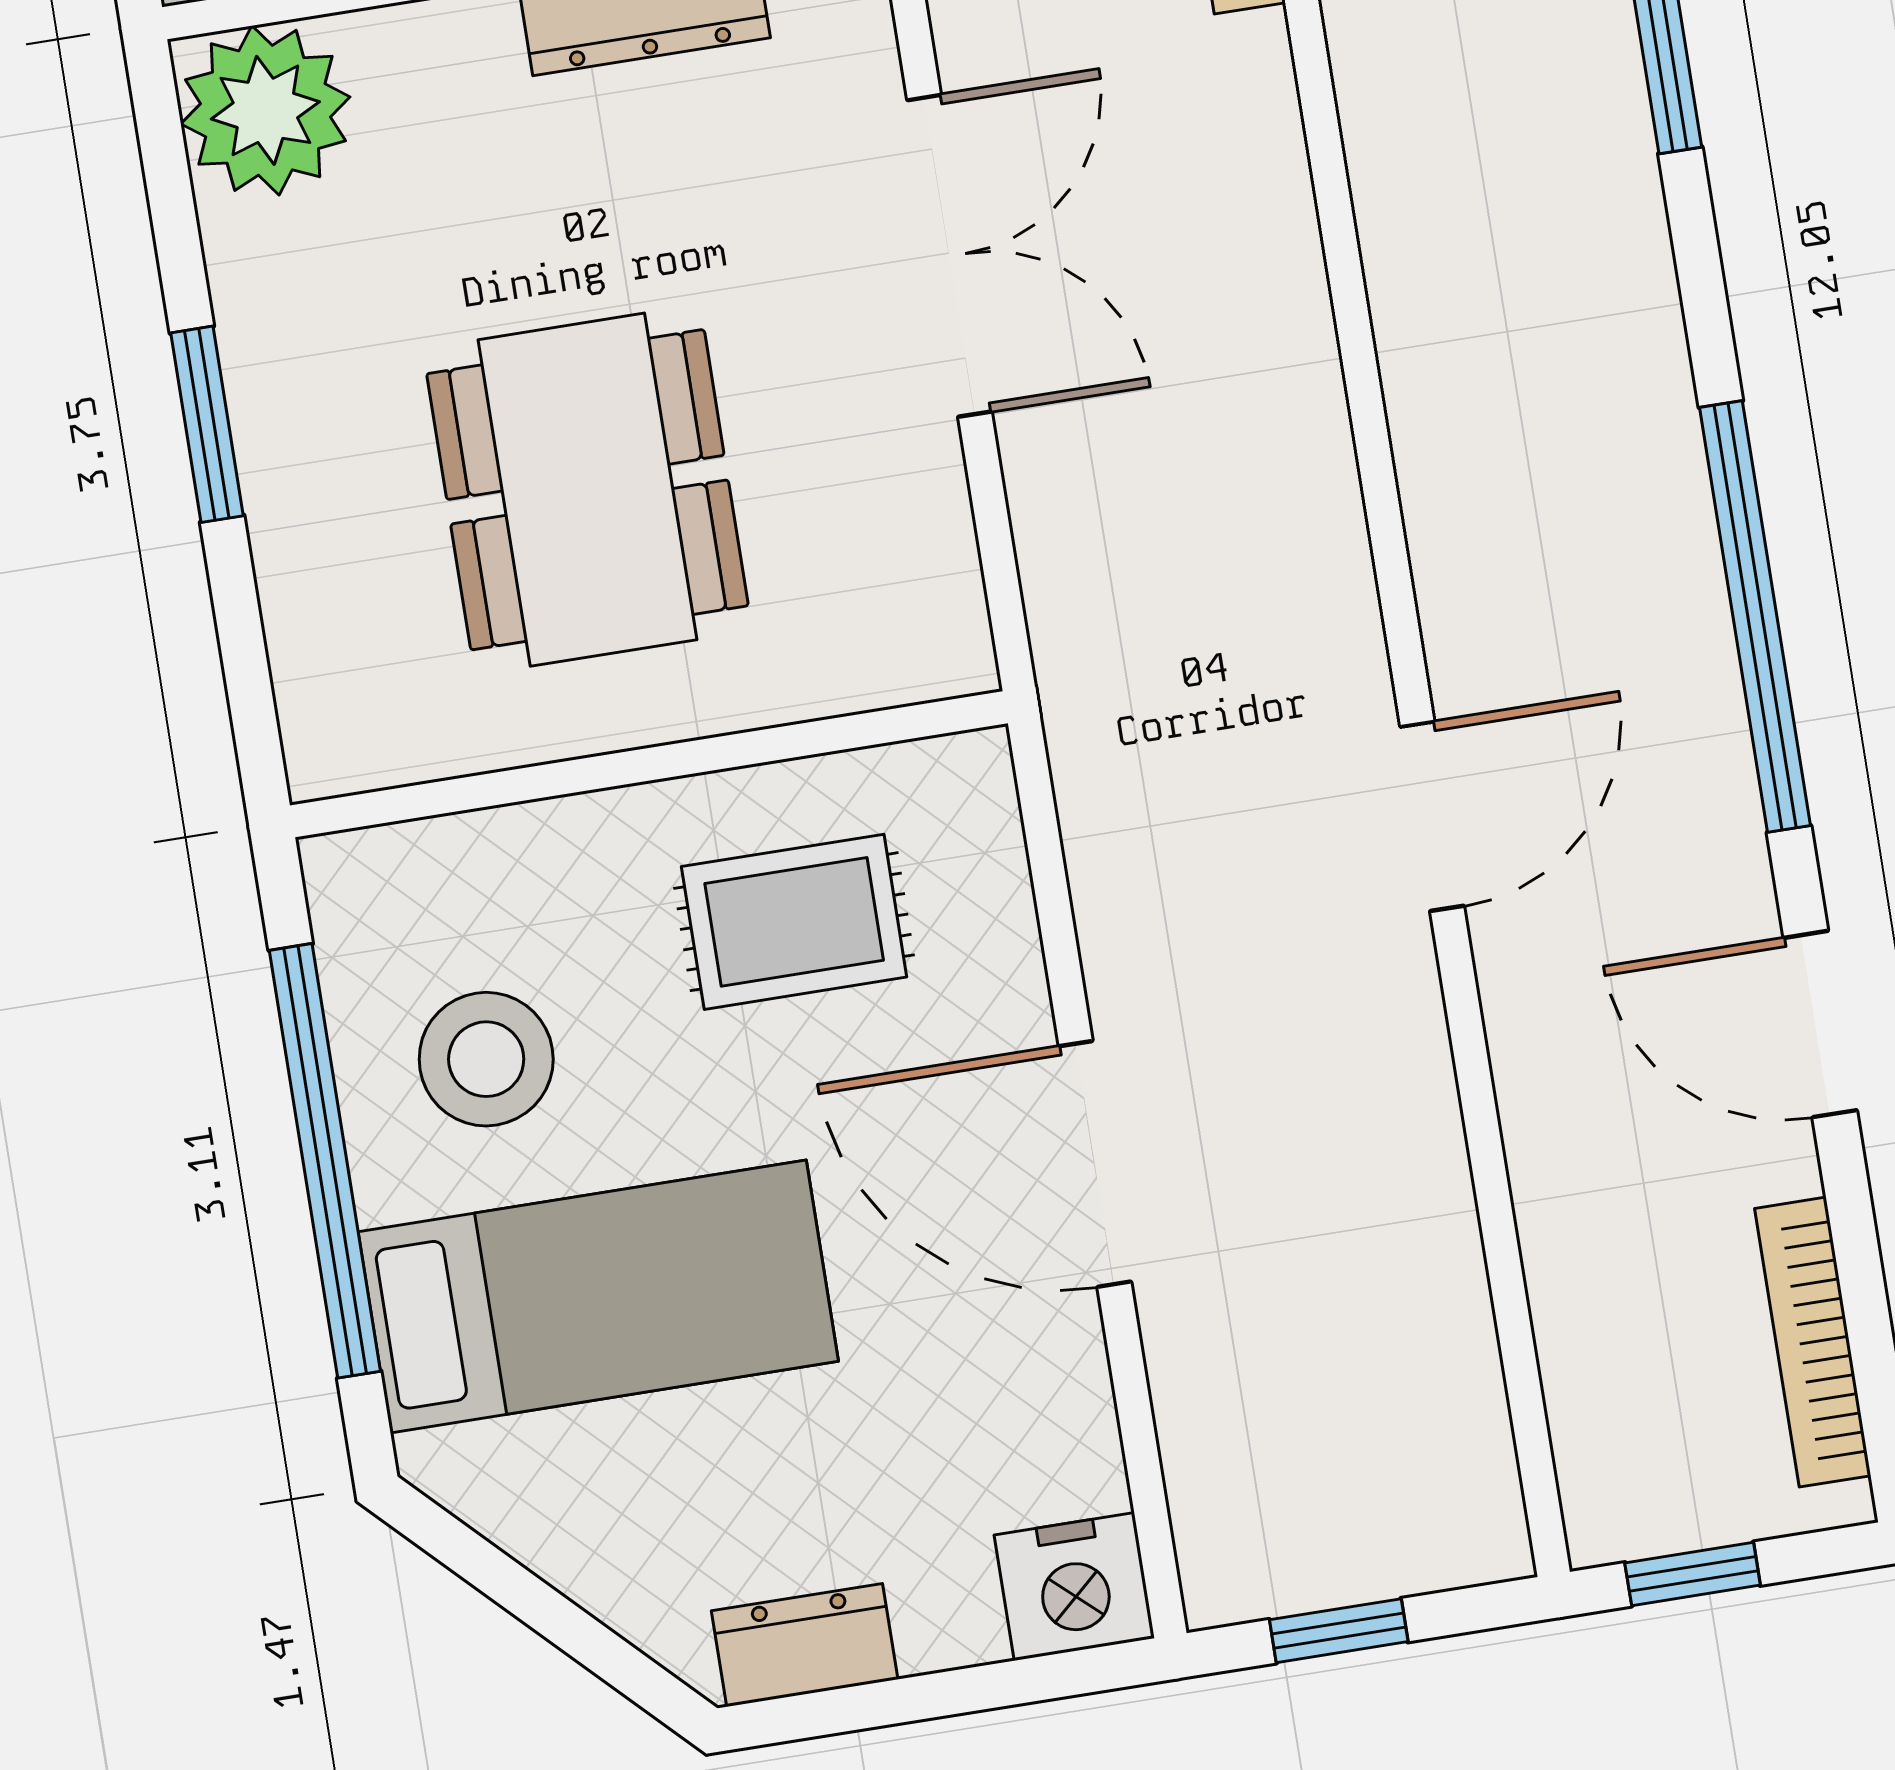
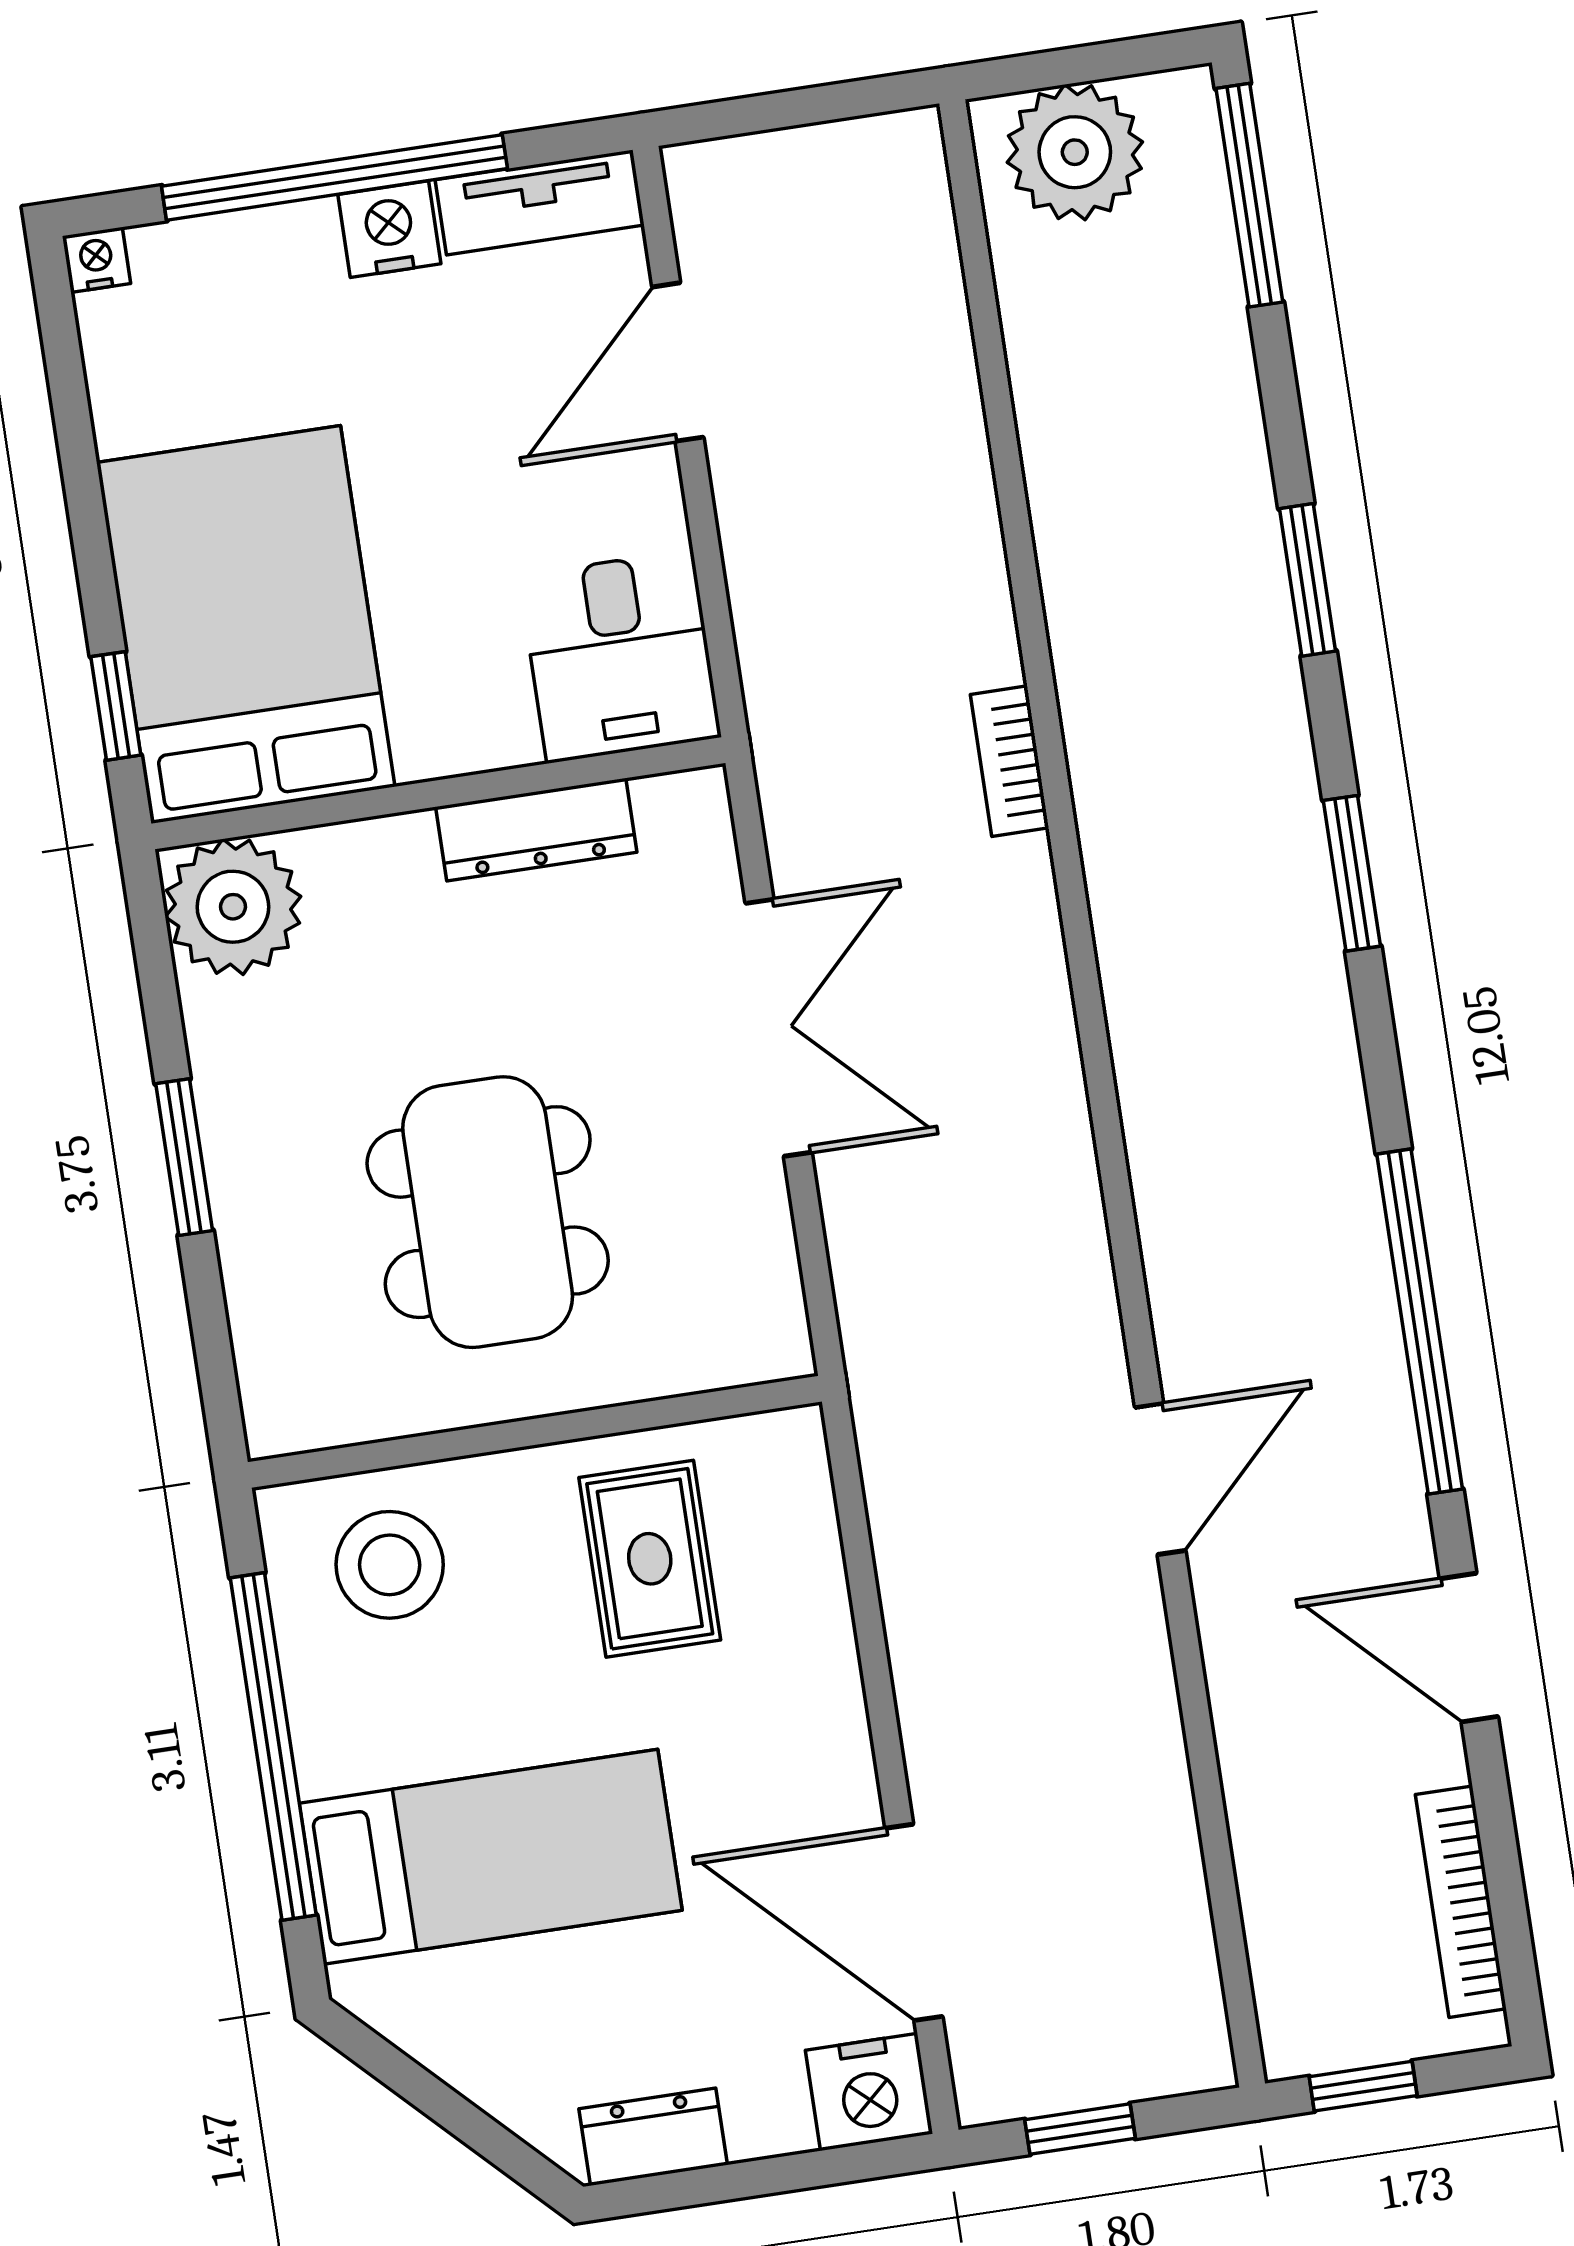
rug: (794, 922) -> (650, 1559), turned 90
stool: (486, 1059) -> (390, 1565), moved
door: (1095, 1164) -> (914, 1922), moved

